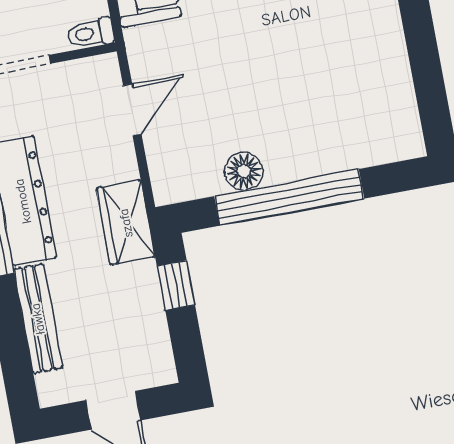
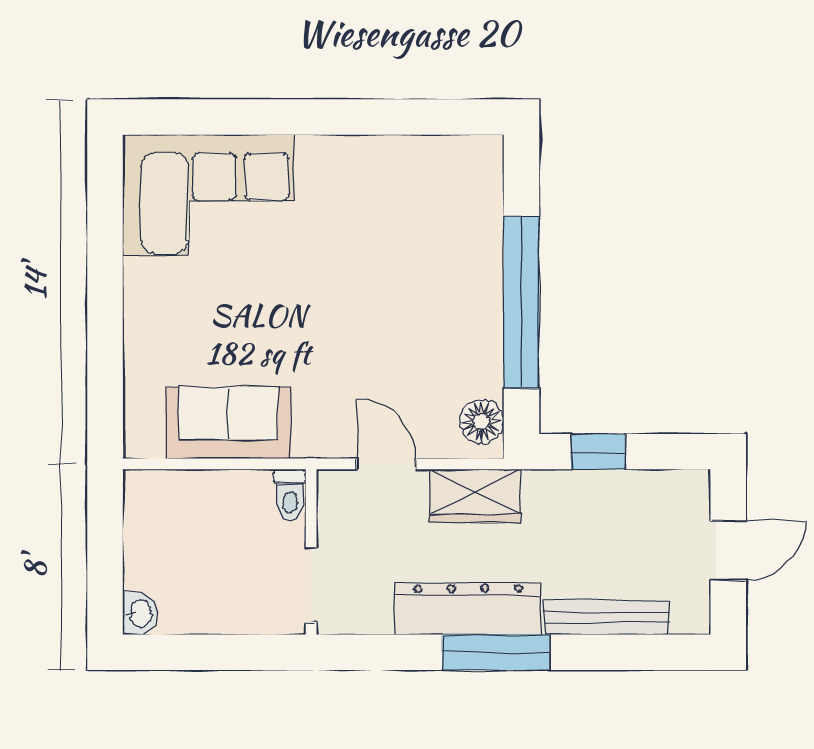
floor lamp: (244, 171) -> (482, 422), moved
wardrobe: (126, 223) -> (475, 496), moved

